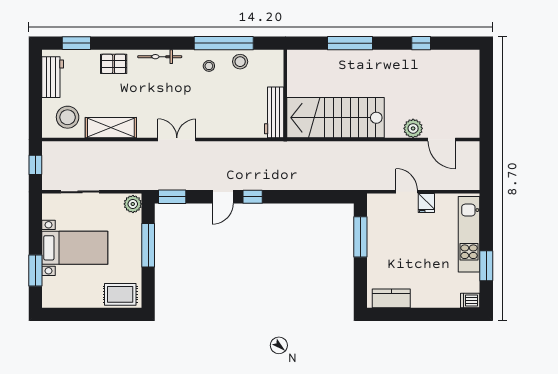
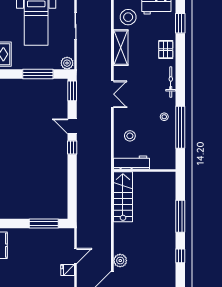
window: (421, 43) -> (180, 256), moved
stool: (240, 62) -> (130, 136), moved
stairs: (336, 118) -> (123, 197), width x0.73, depth x0.66

